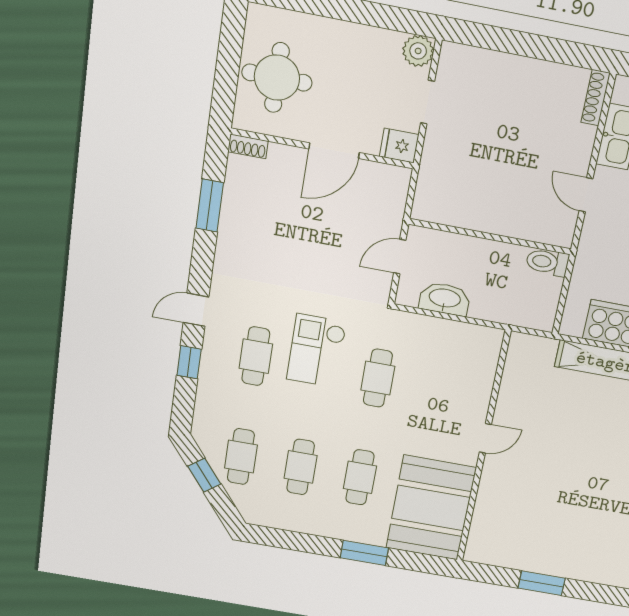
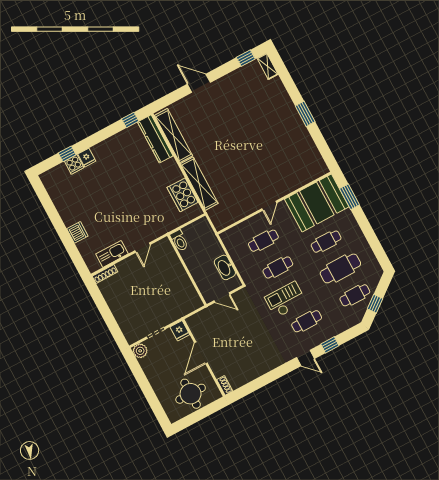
door: (334, 151) -> (201, 353), swing flipped
window: (210, 205) -> (259, 383), removed
checkout: (316, 351) -> (285, 300), turned 180
cafe table: (438, 389) -> (263, 241), added
door: (485, 438) -> (269, 206), swing flipped
cafe table: (301, 467) -> (340, 268), width x1.37, depth x1.35
window: (364, 553) -> (350, 197), moved
window: (542, 583) -> (305, 114), moved

